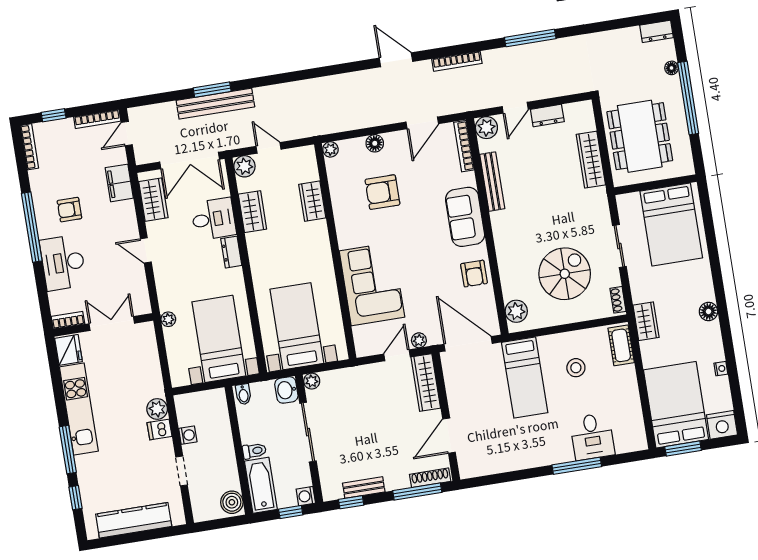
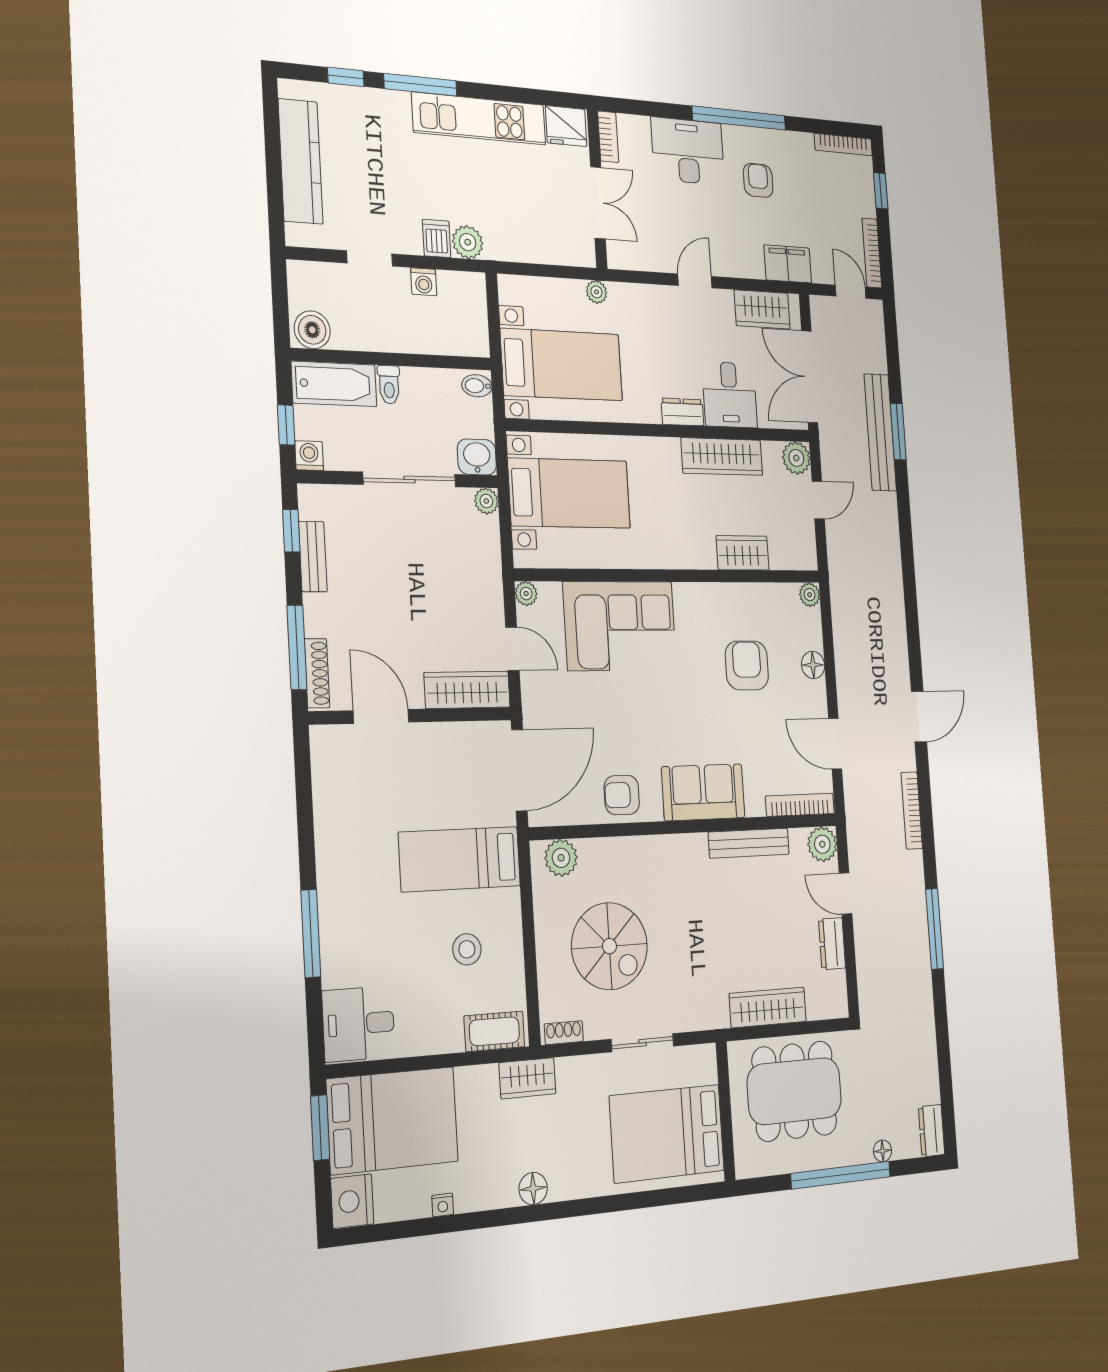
wardrobe: (252, 212) -> (722, 457), width x1.50
plant: (419, 340) -> (526, 593), moved
desk: (592, 436) -> (359, 1024), moved

